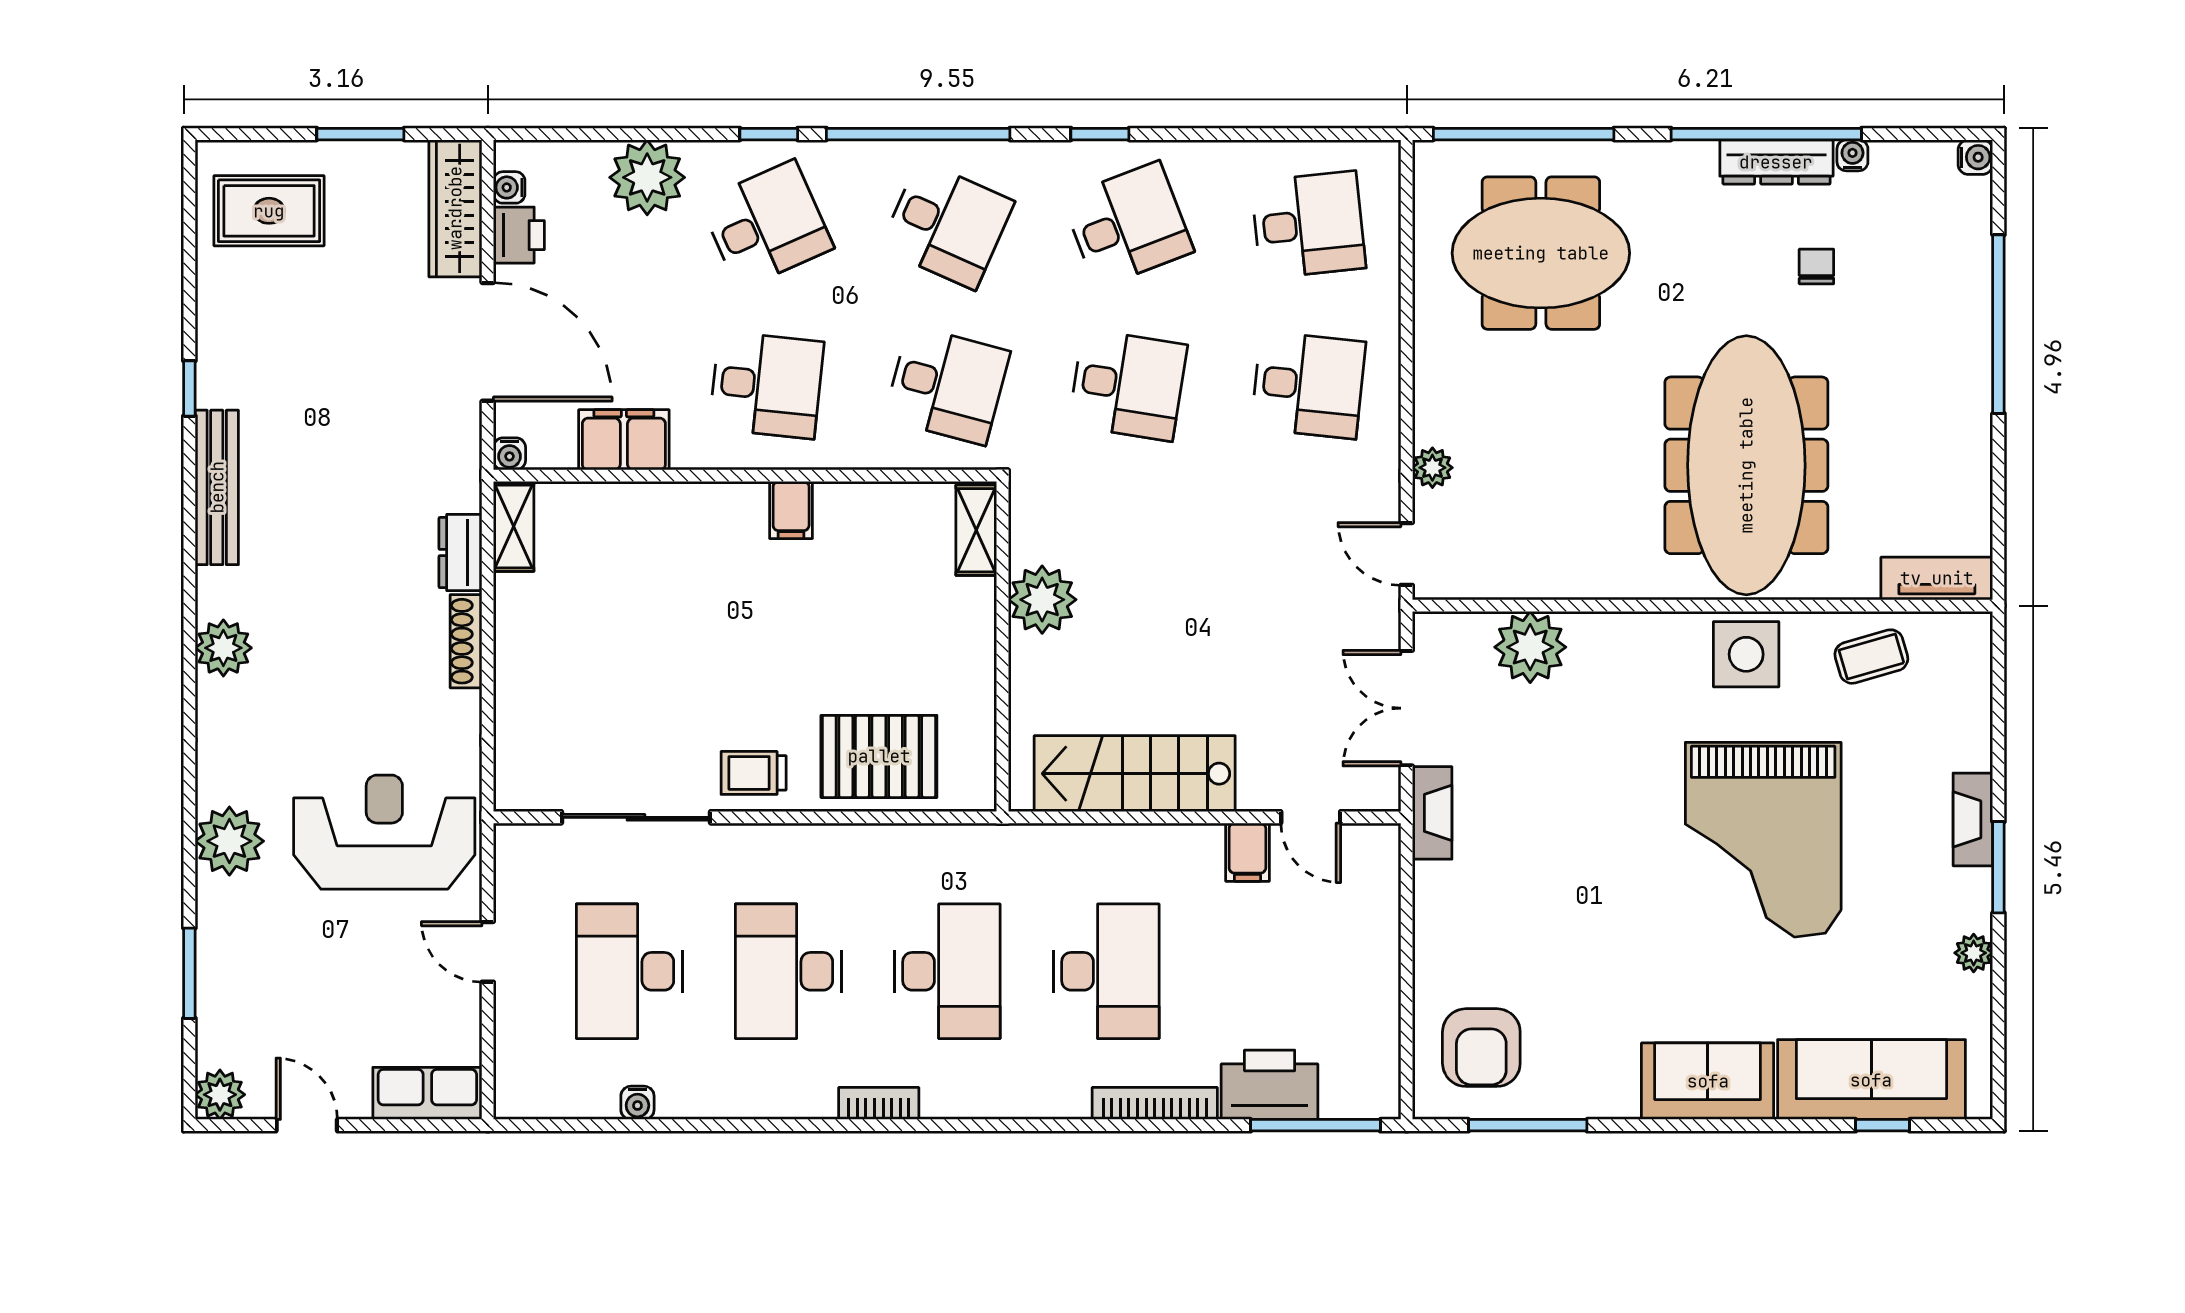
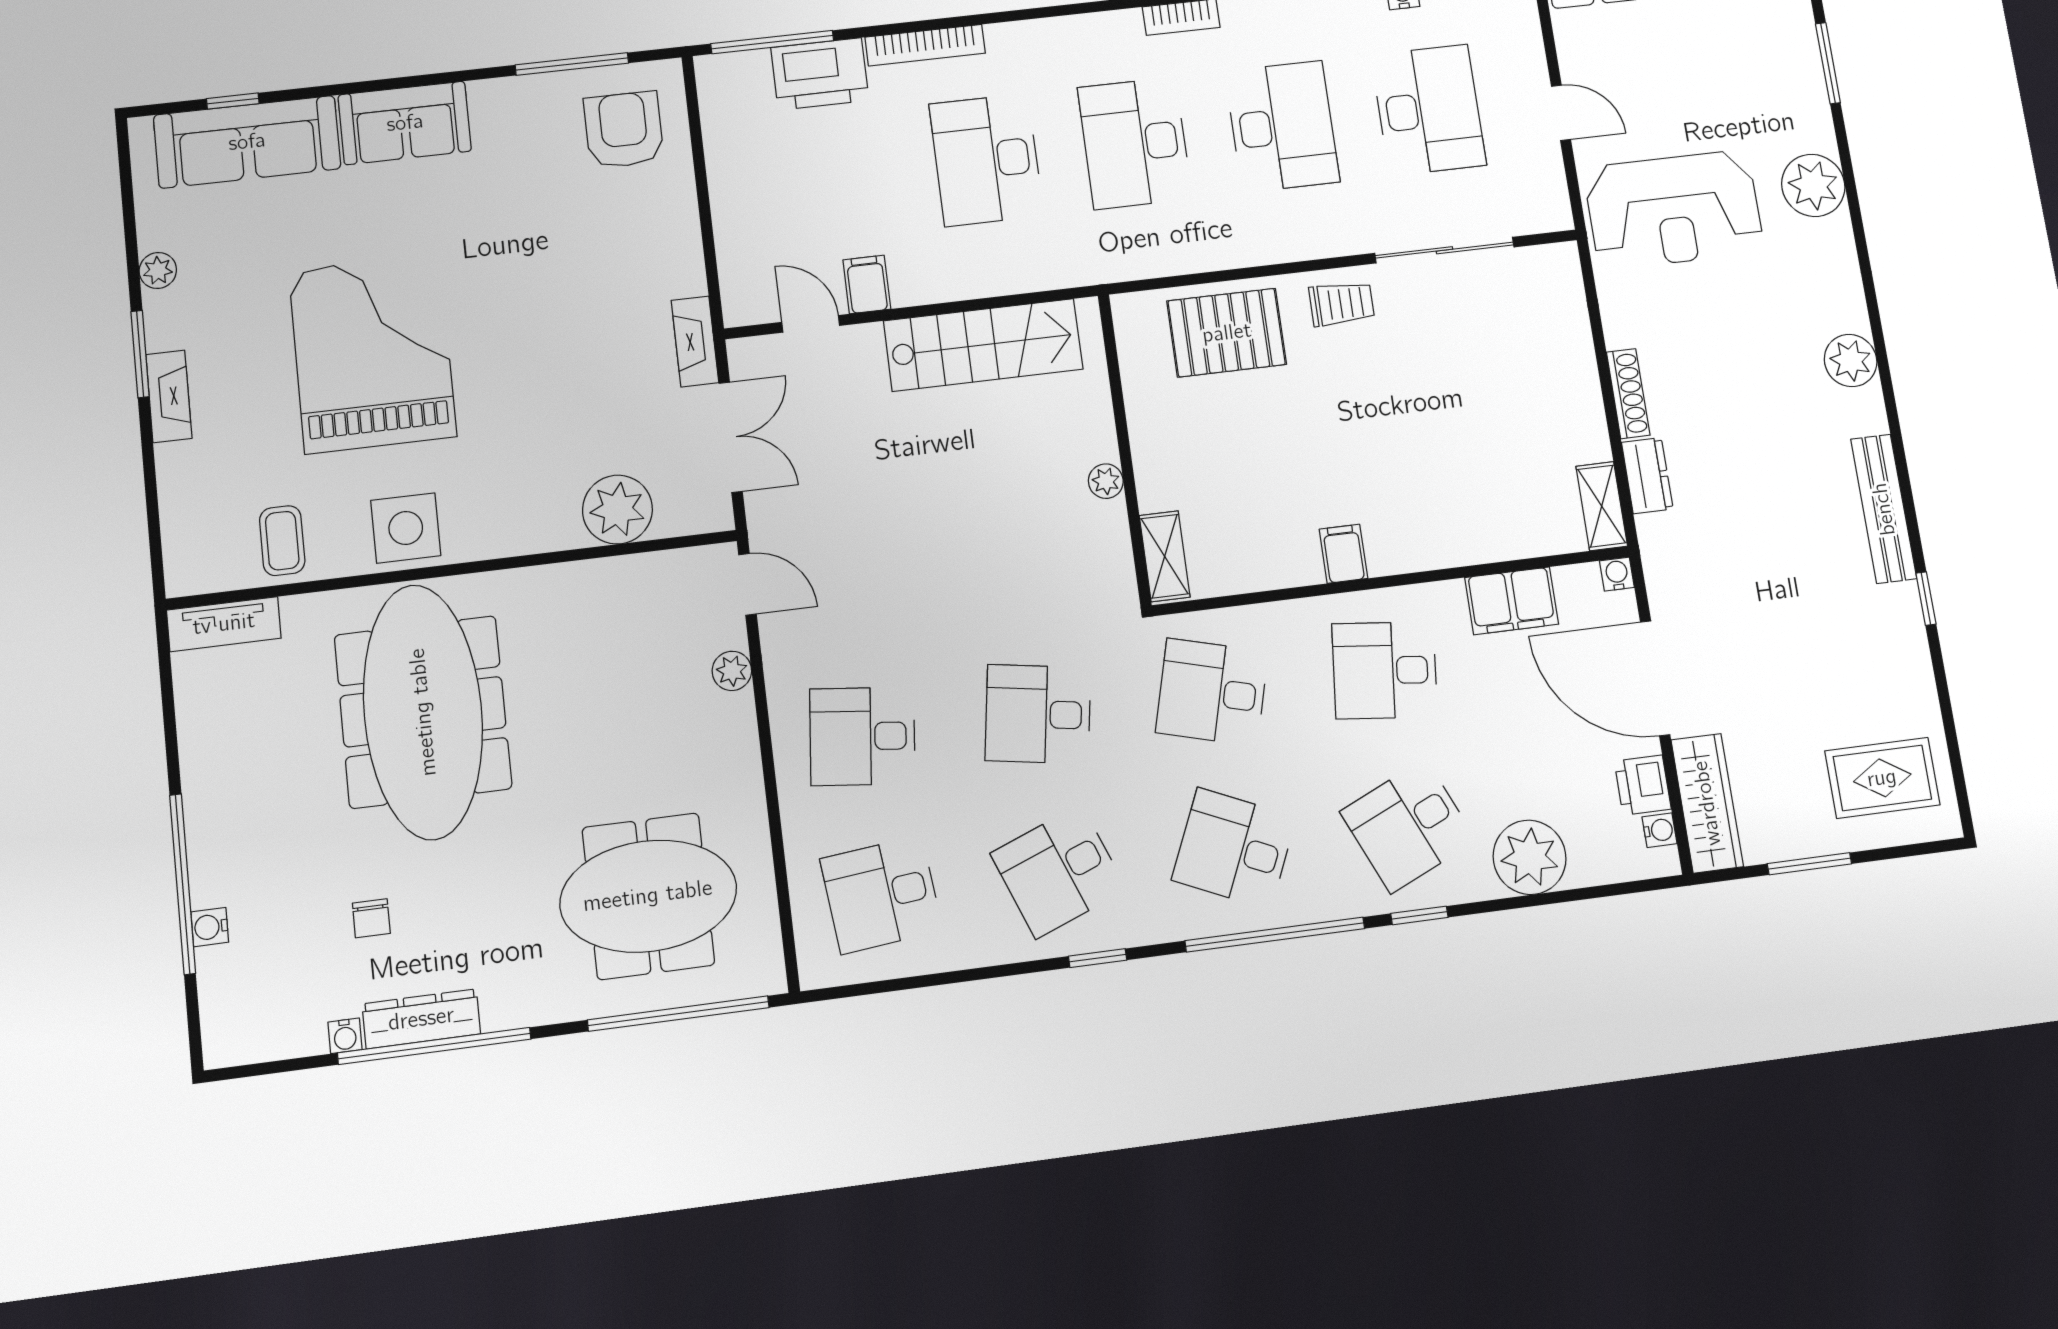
water cooler: (1975, 157) -> (210, 927), moved
plant: (1042, 600) -> (1106, 481), width x0.53, depth x0.53
coffee table: (1871, 657) -> (282, 541), turned -74

